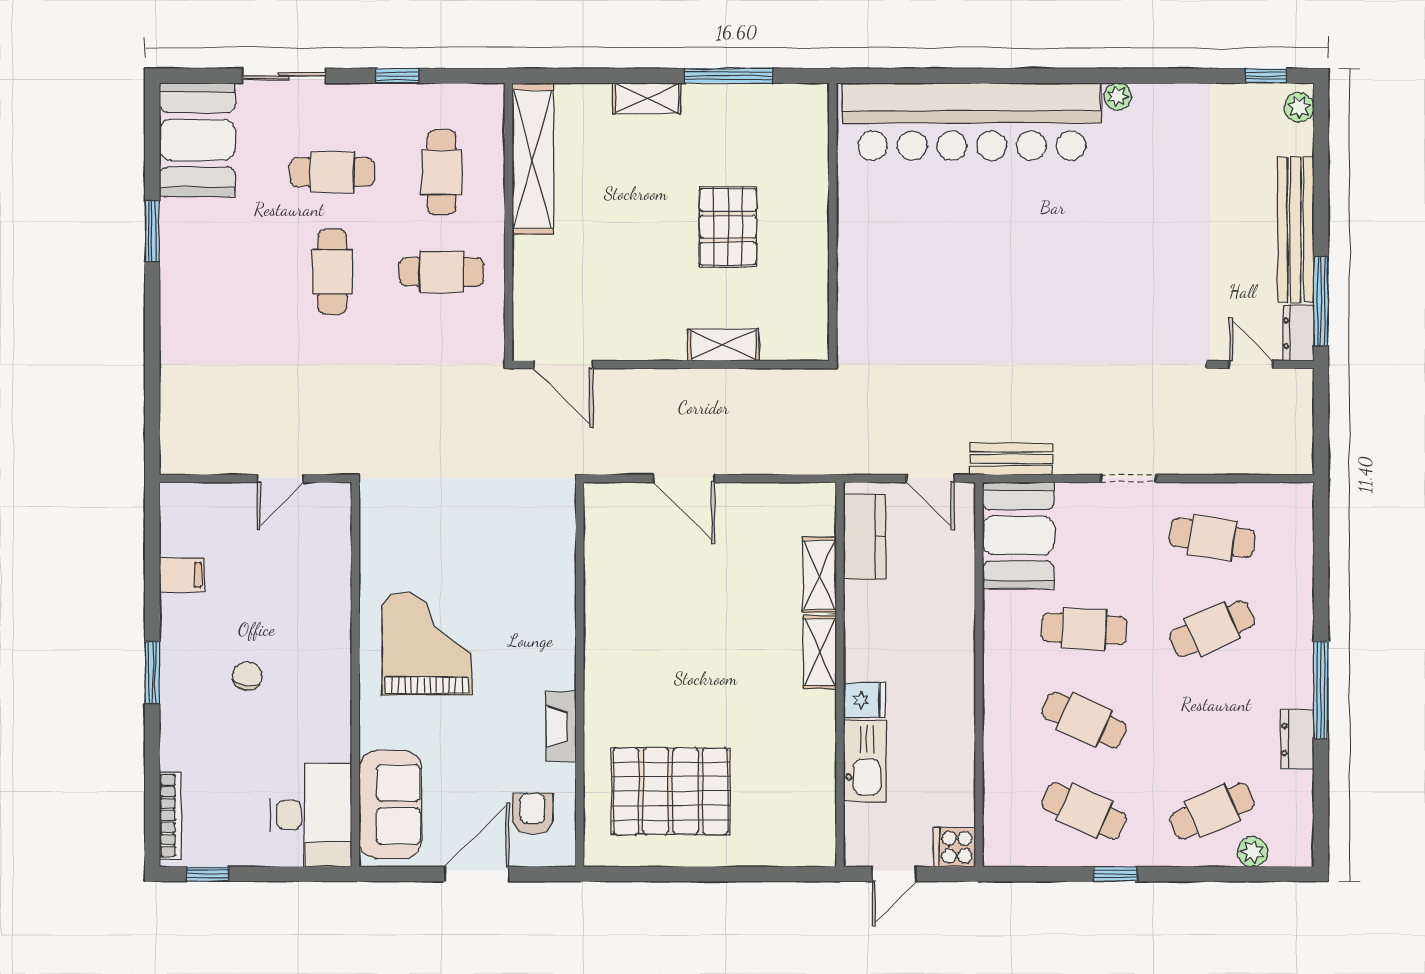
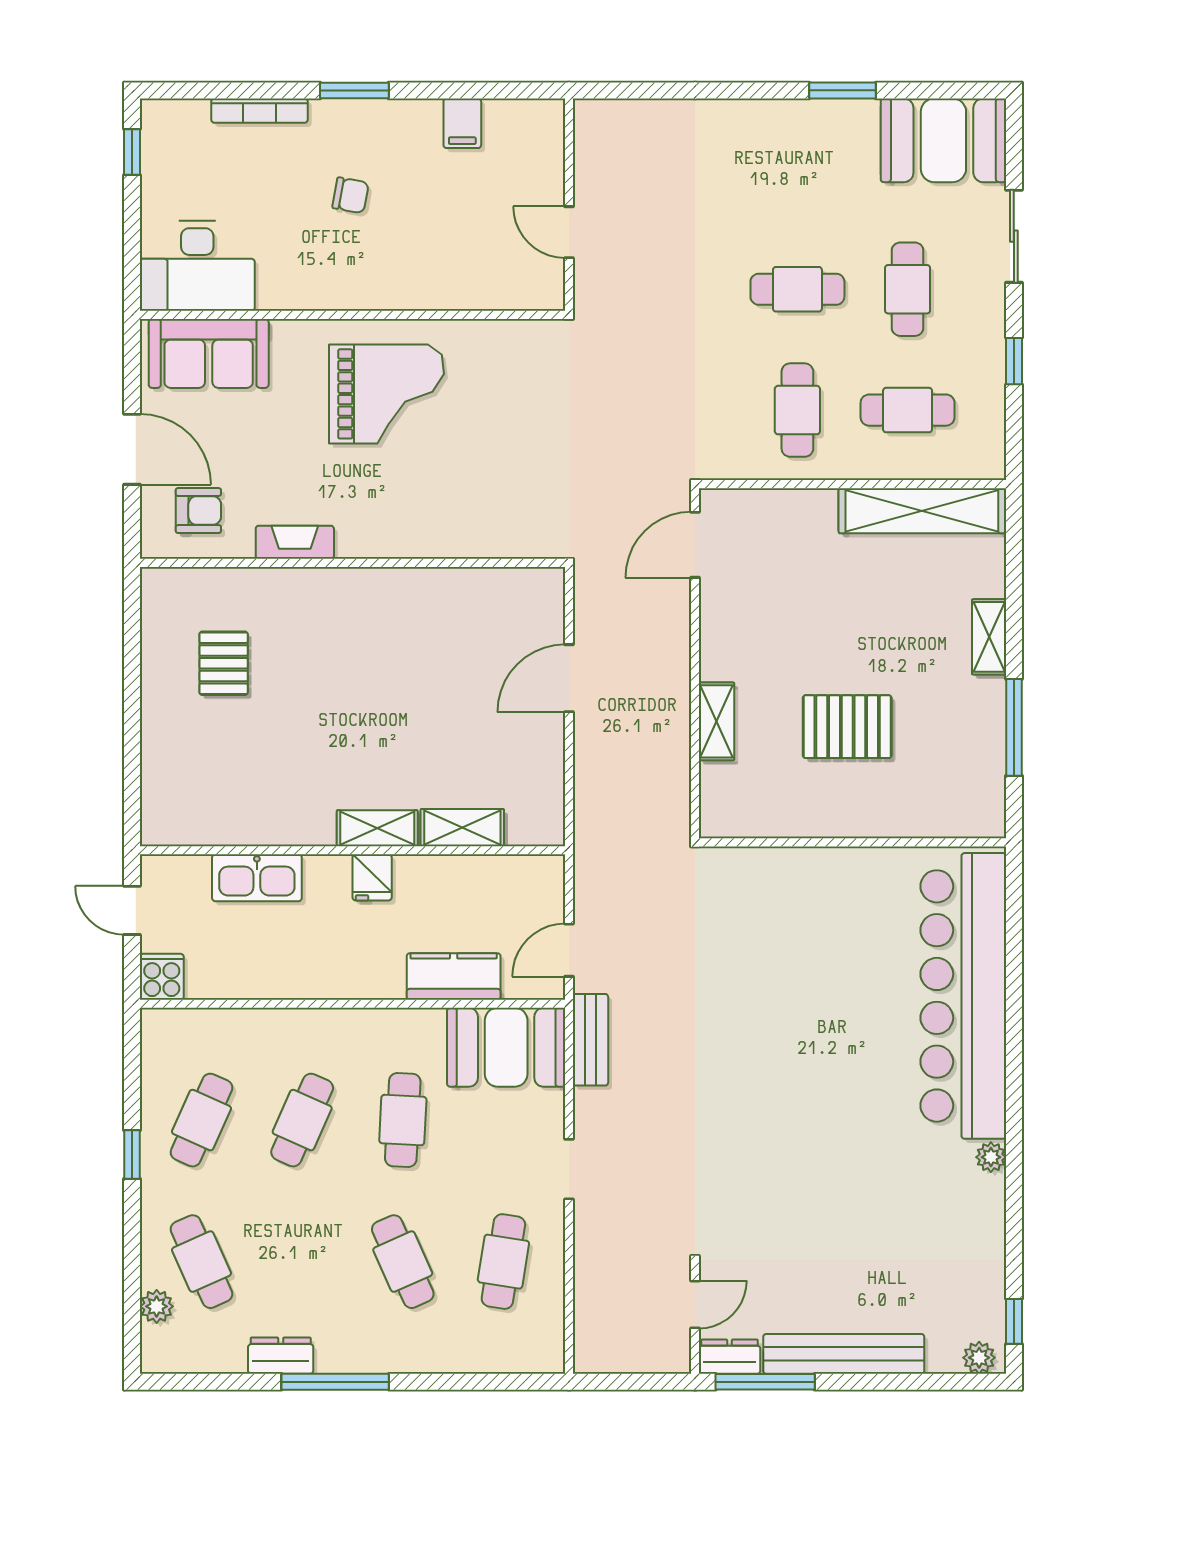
kitchen counter: (865, 536) -> (454, 976), moved, turned 180
fridge: (864, 700) -> (372, 877), moved
pallet: (671, 791) -> (224, 663), width x0.49, depth x0.50
bookcase: (170, 816) -> (259, 111), moved

